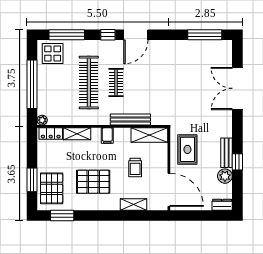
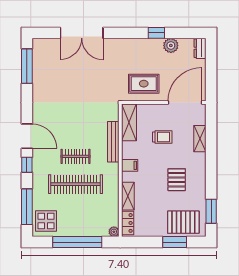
bench: (227, 153) -> (147, 44), removed
pallet: (93, 182) -> (177, 180), width x0.67, depth x0.71

